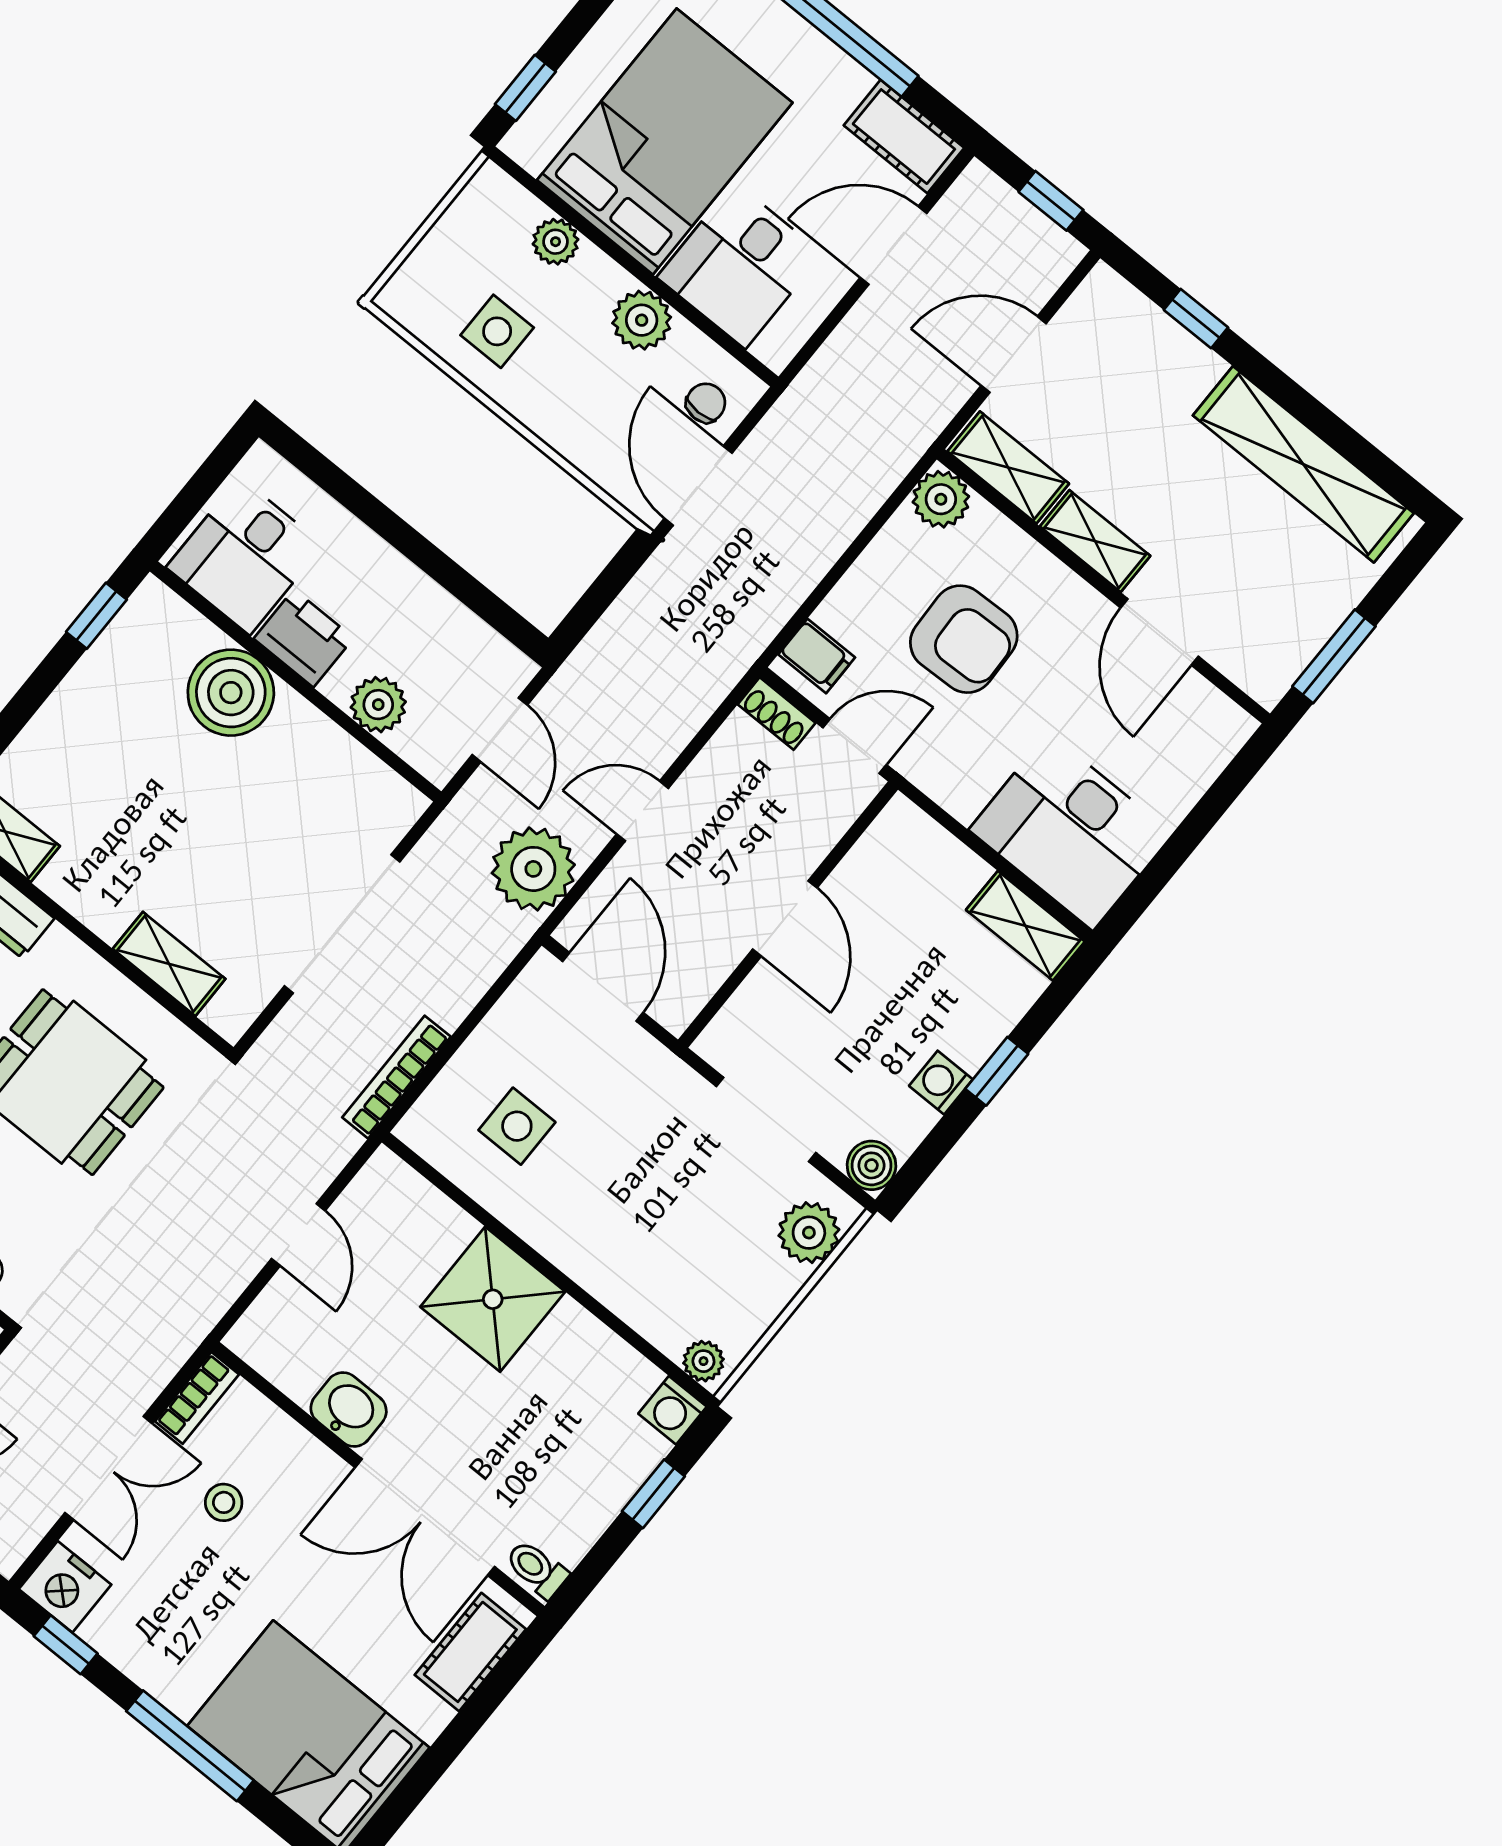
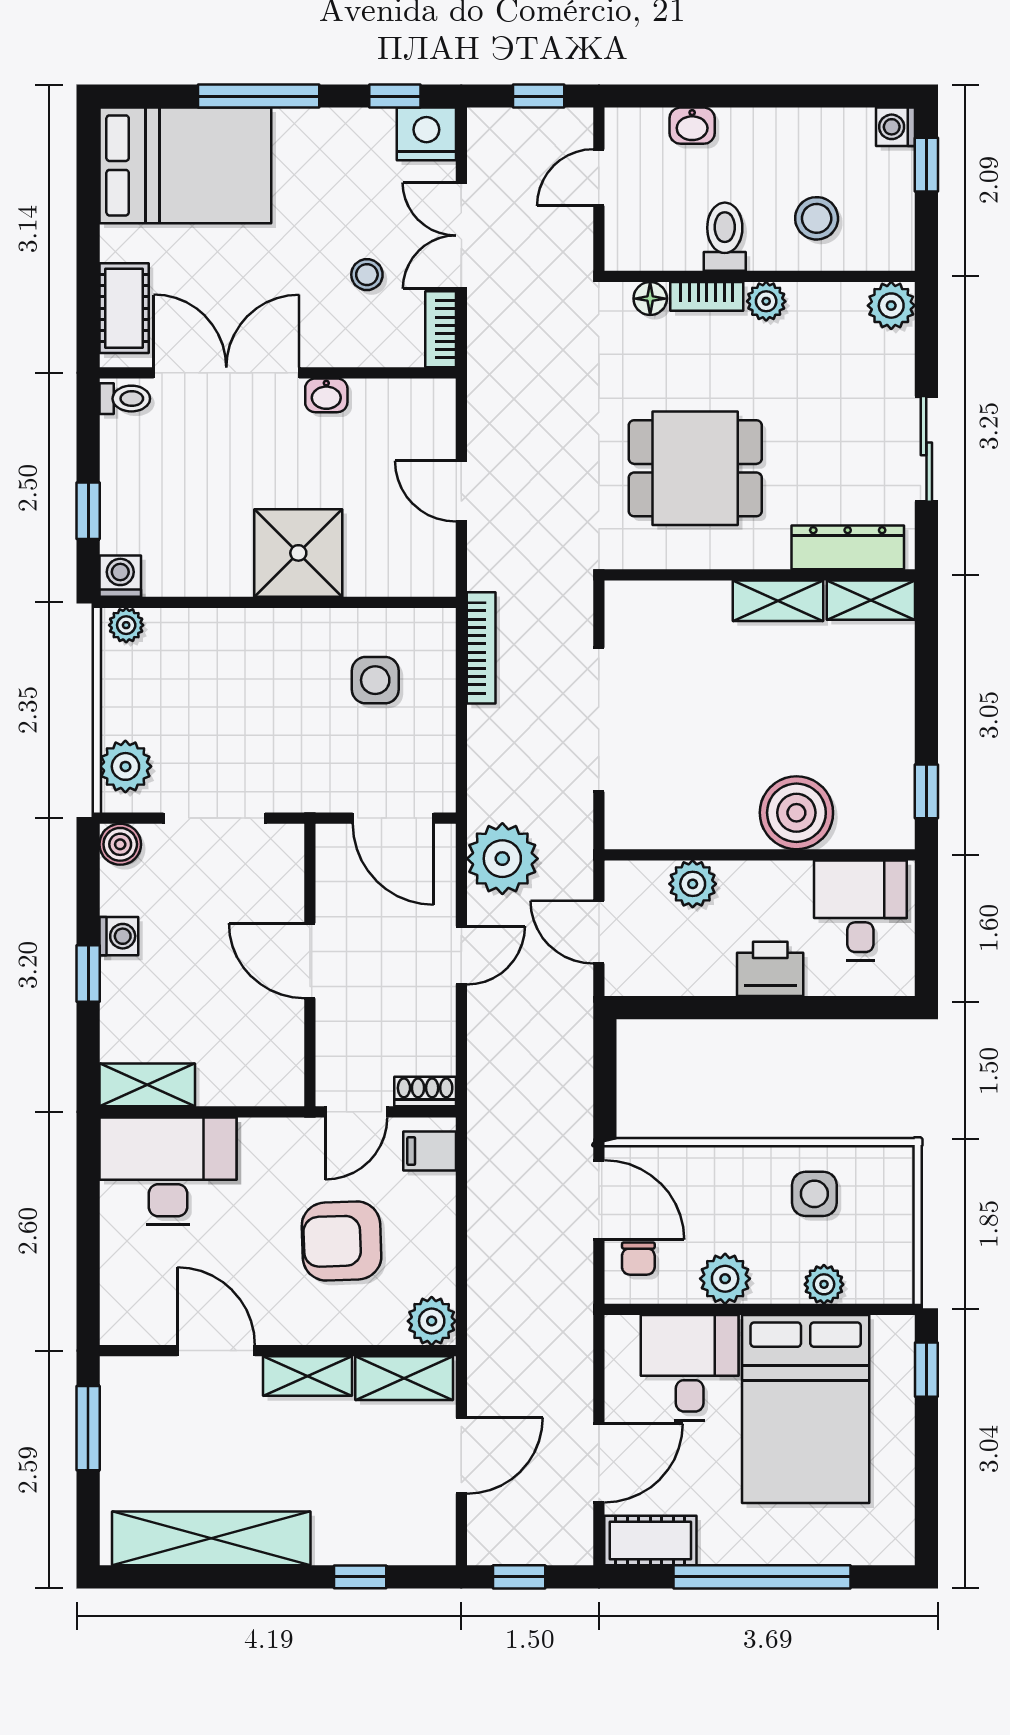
printer: (304, 638) -> (770, 969), moved, turned 180
shelving: (169, 964) -> (778, 601), moved
washbasin: (349, 1409) -> (326, 395), width x0.72, depth x0.69

